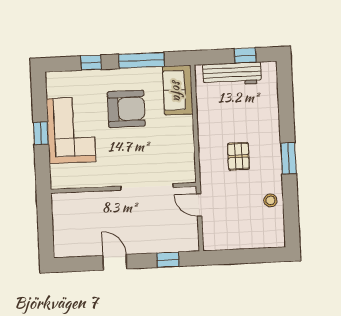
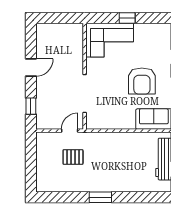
corner sofa: (71, 130) -> (110, 40), moved
pallet: (238, 156) -> (73, 157), moved
stool: (270, 200) -> (70, 183), removed

